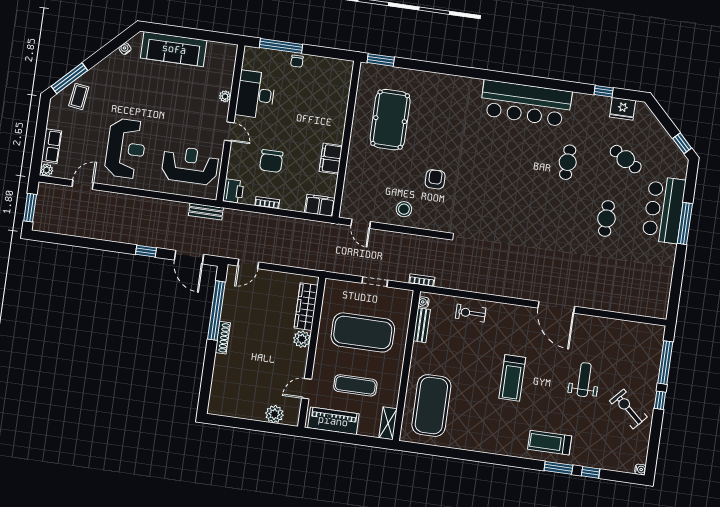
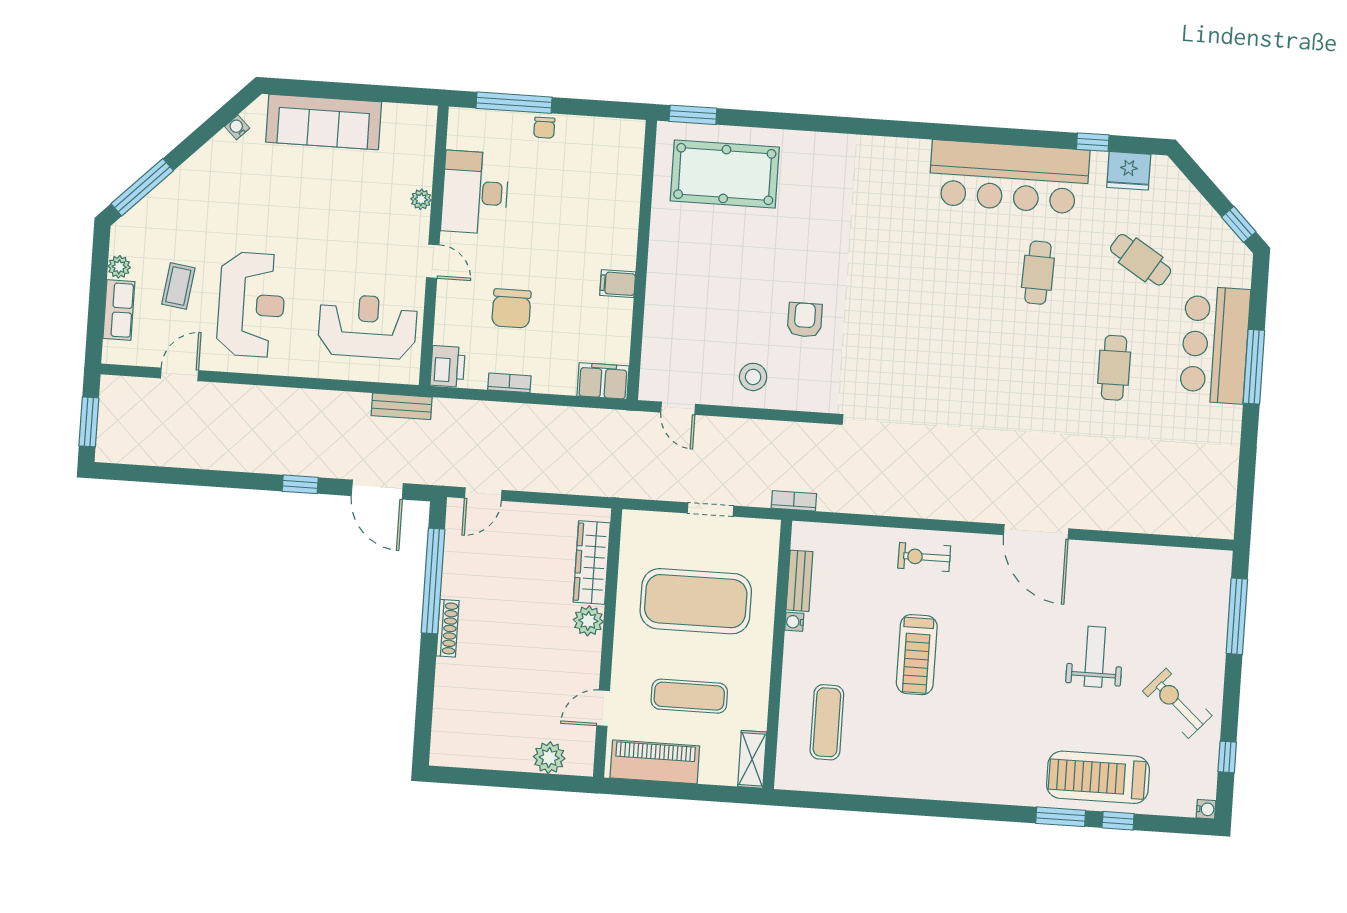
coffee table: (79, 96) -> (178, 286), moved
bar counter: (526, 103) -> (1009, 177), moved
pool table: (390, 120) -> (725, 174), moved, turned 90
filing cabinet: (331, 159) -> (618, 284), width x0.50
plant: (47, 170) -> (119, 267), moved
water cooler: (424, 302) -> (794, 622), moved
exercise bike: (471, 313) -> (924, 557), moved
treadmill: (512, 378) -> (917, 655), moved
window: (660, 400) -> (1227, 757), moved
exercise mat: (431, 406) -> (827, 722), width x0.50, depth x0.69
treadmill: (550, 443) -> (1098, 777), moved, width x1.37, depth x1.38

